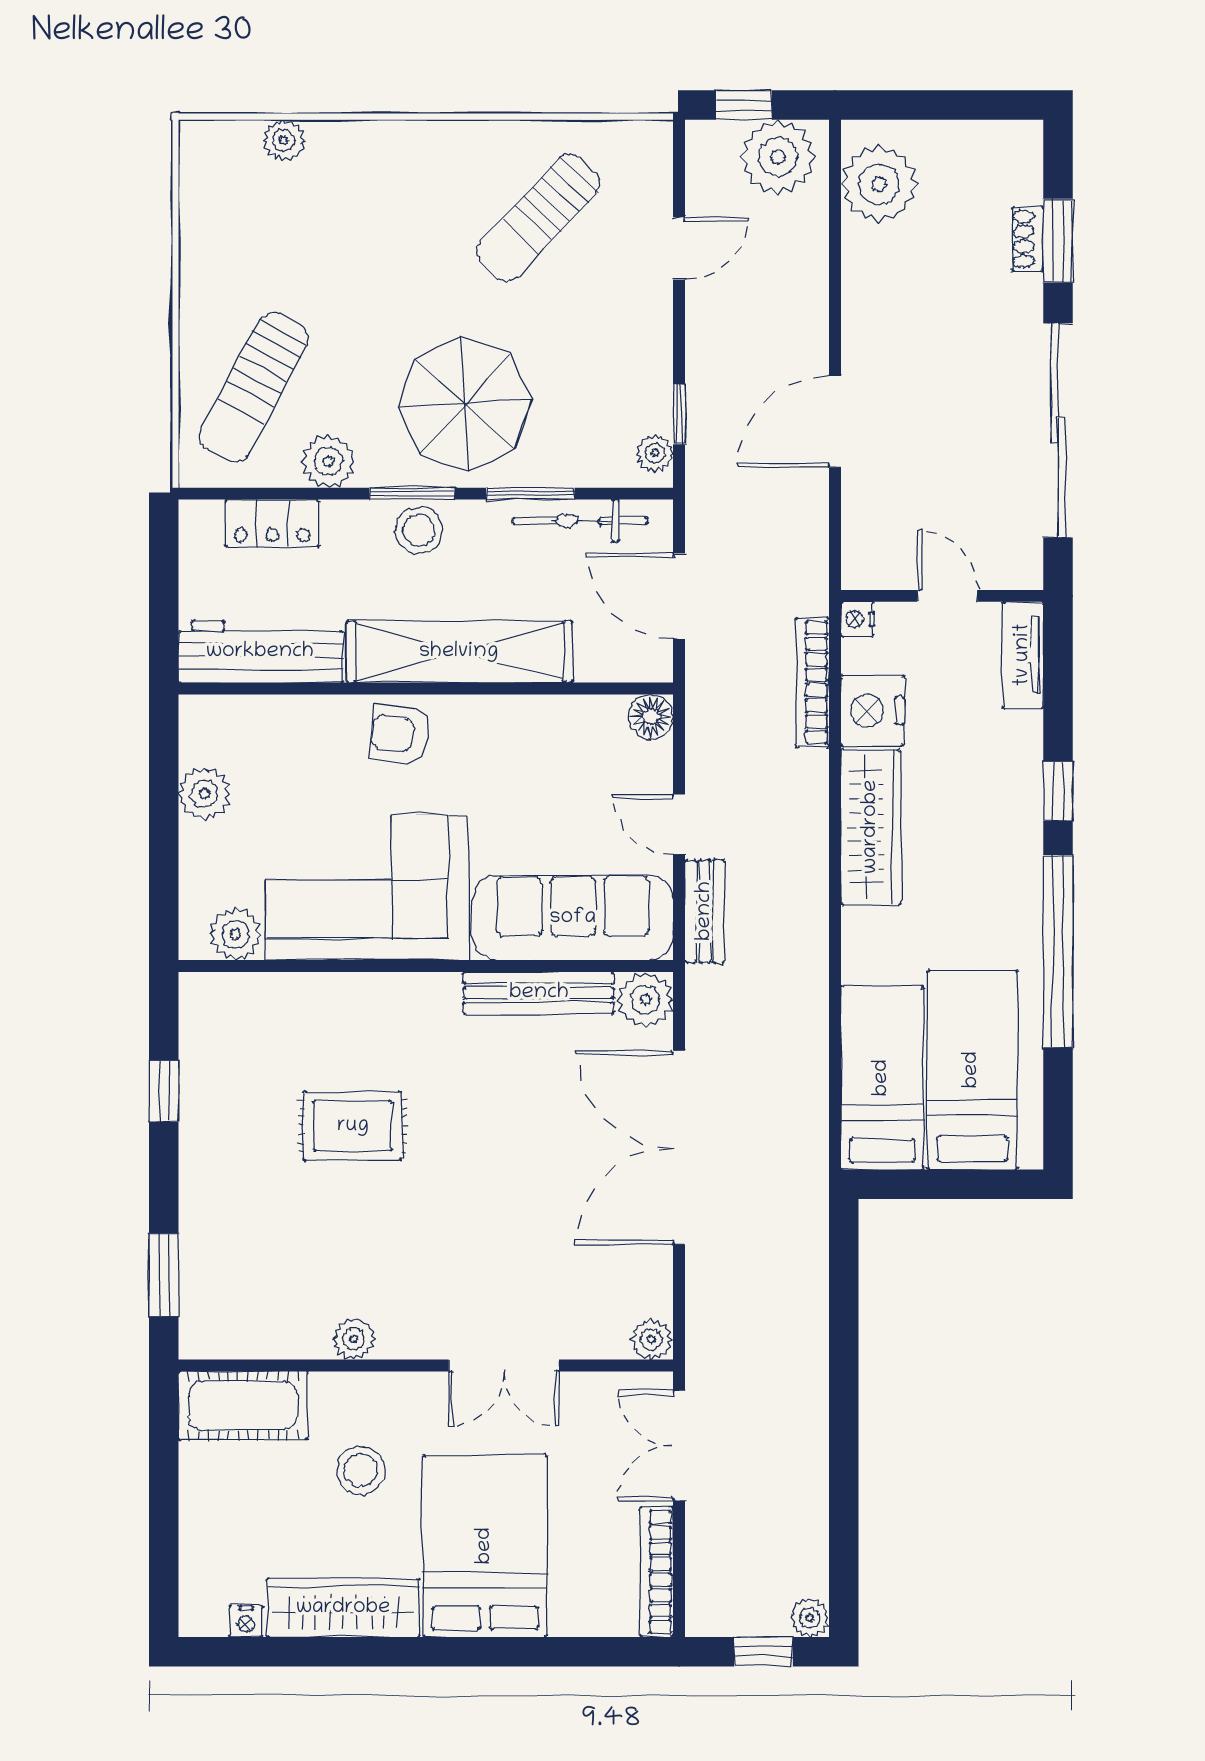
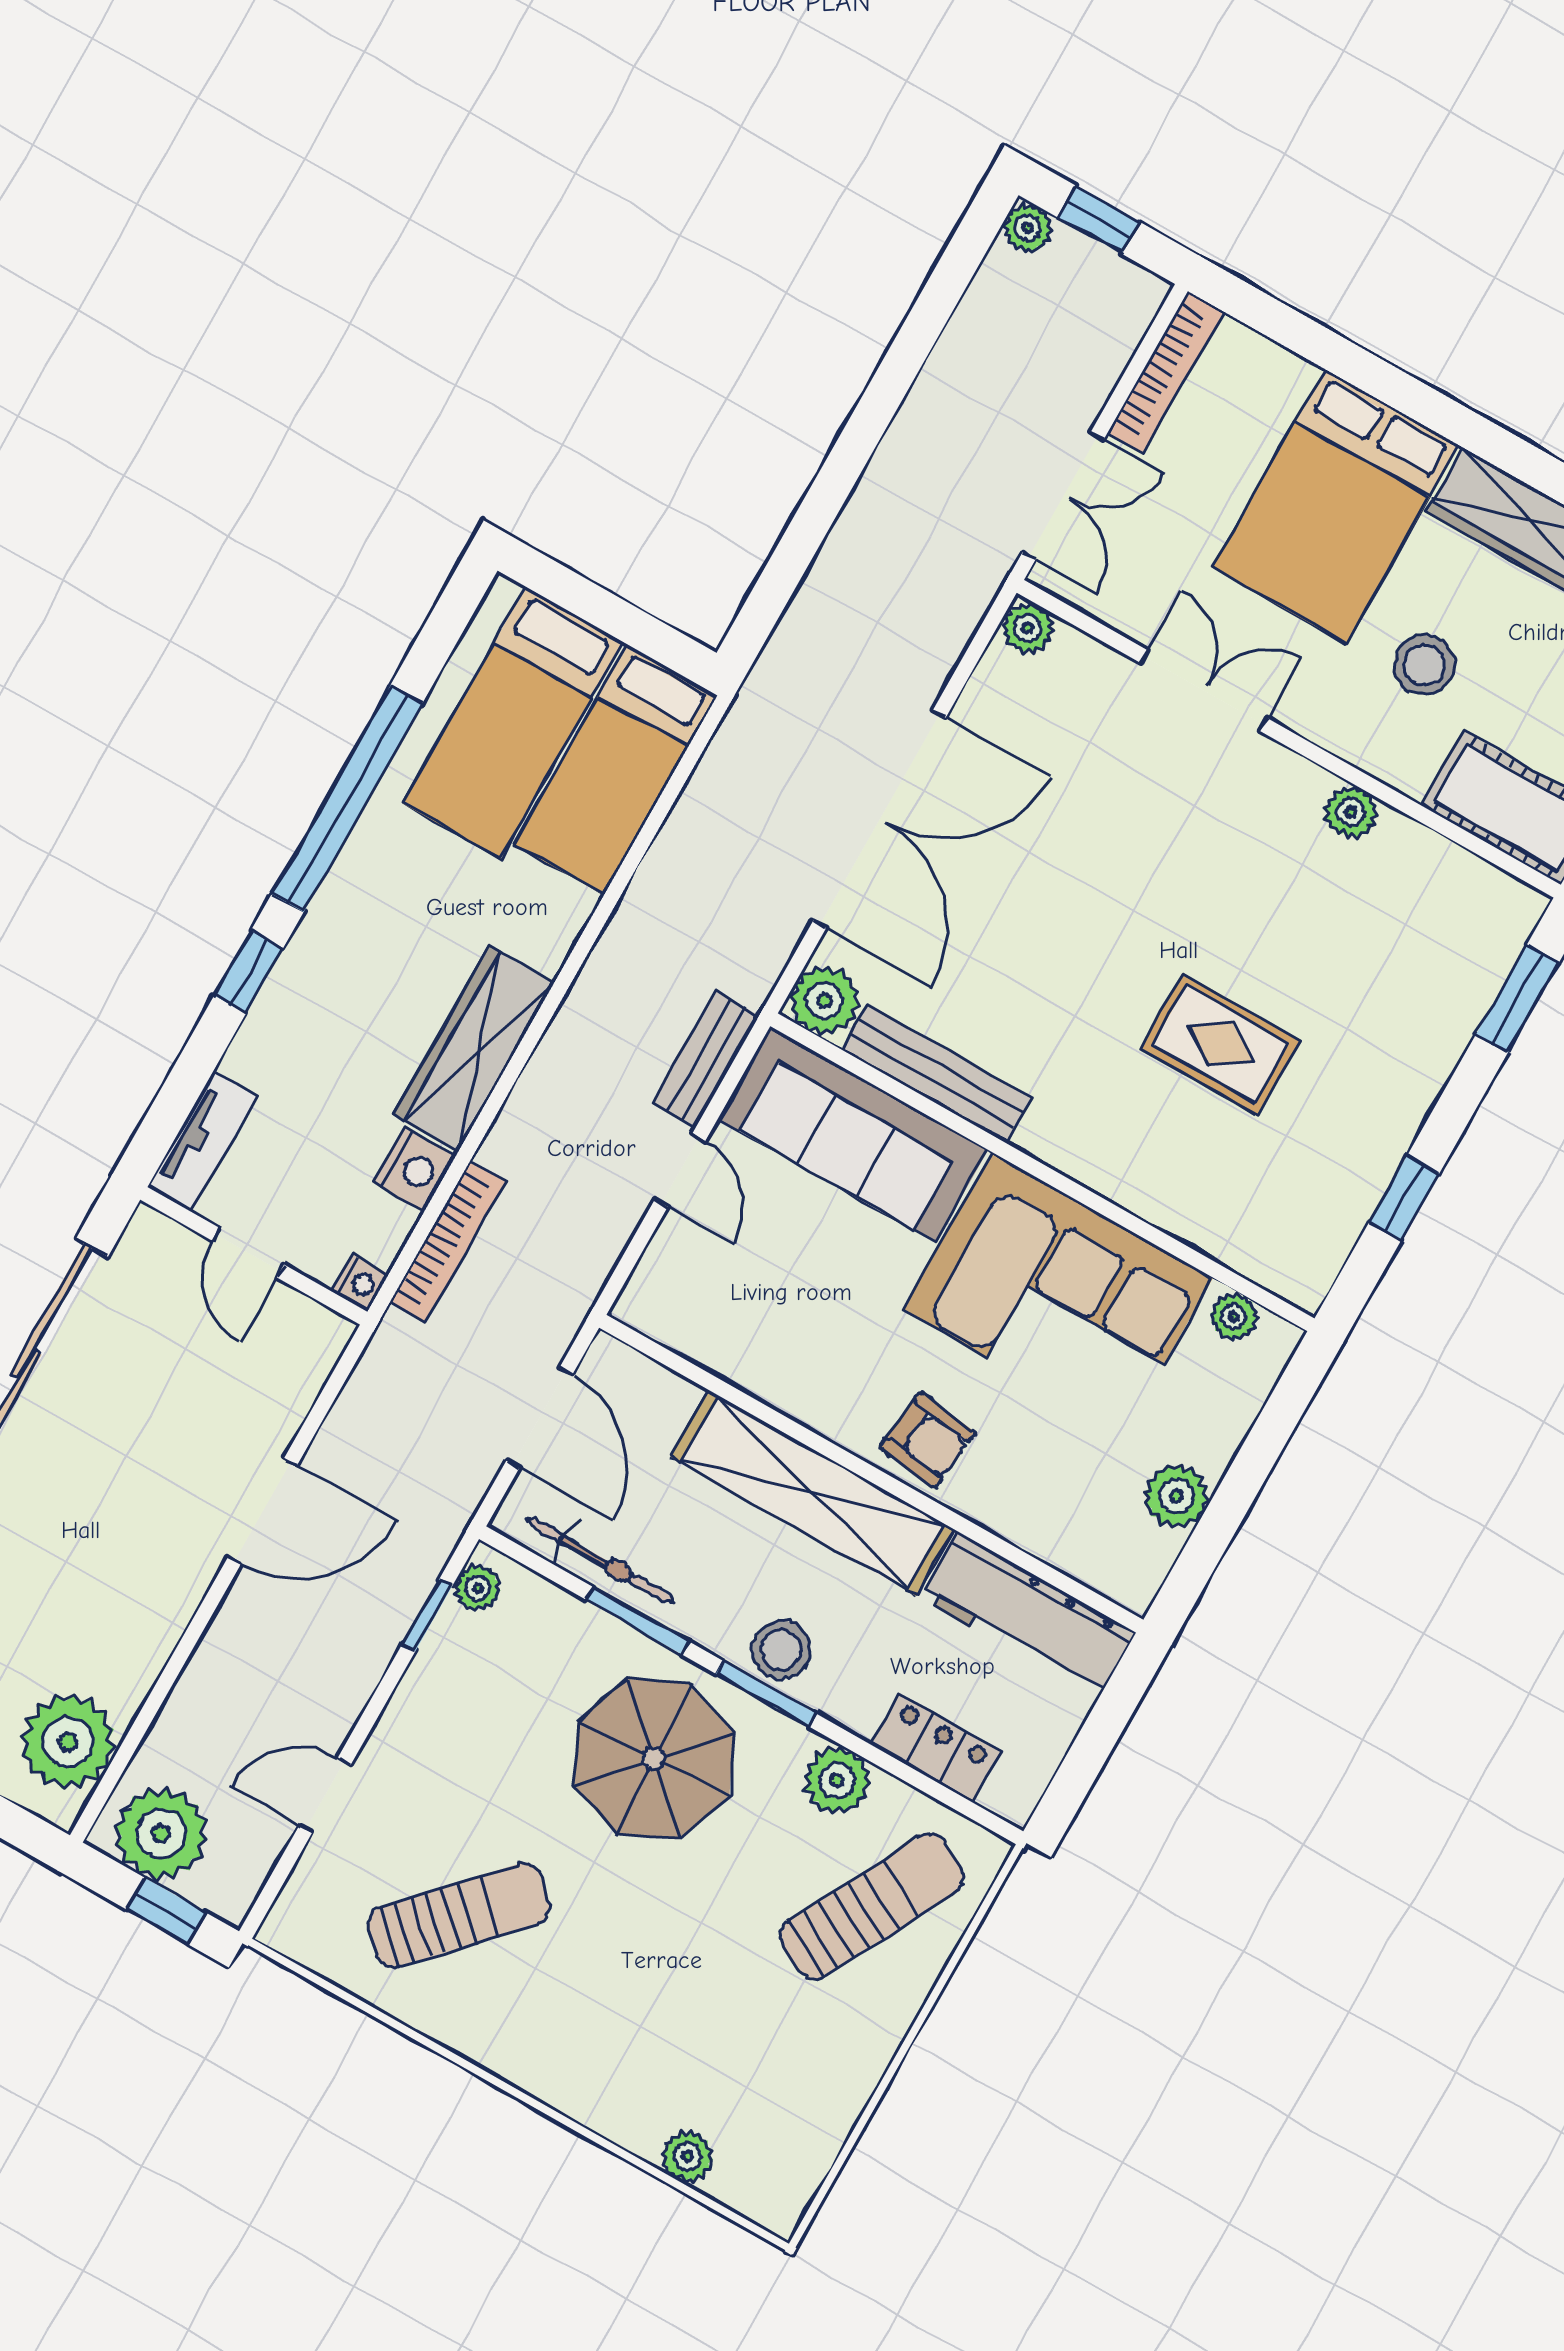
nightstand: (872, 711) -> (414, 1169), width x0.74, depth x0.75
floor lamp: (651, 717) -> (645, 1304), removed
plant: (236, 934) -> (1234, 1316), width x0.73, depth x0.73

